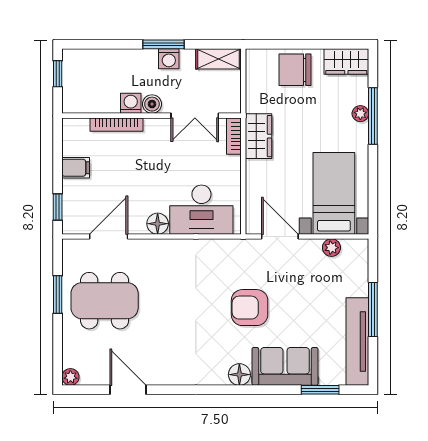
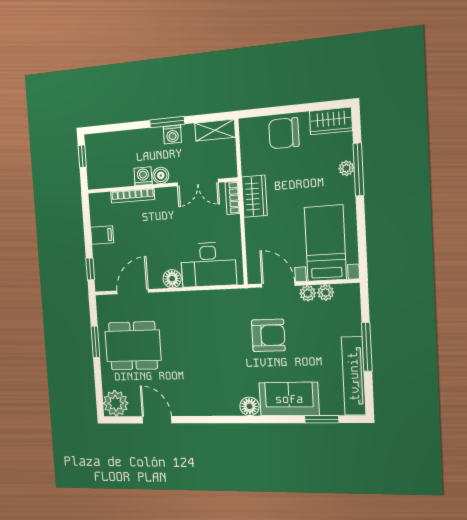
plant: (312, 248) -> (308, 293), added
armchair: (250, 308) -> (268, 335), moved, turned 180
plant: (70, 377) -> (116, 403), width x1.87, depth x1.87

